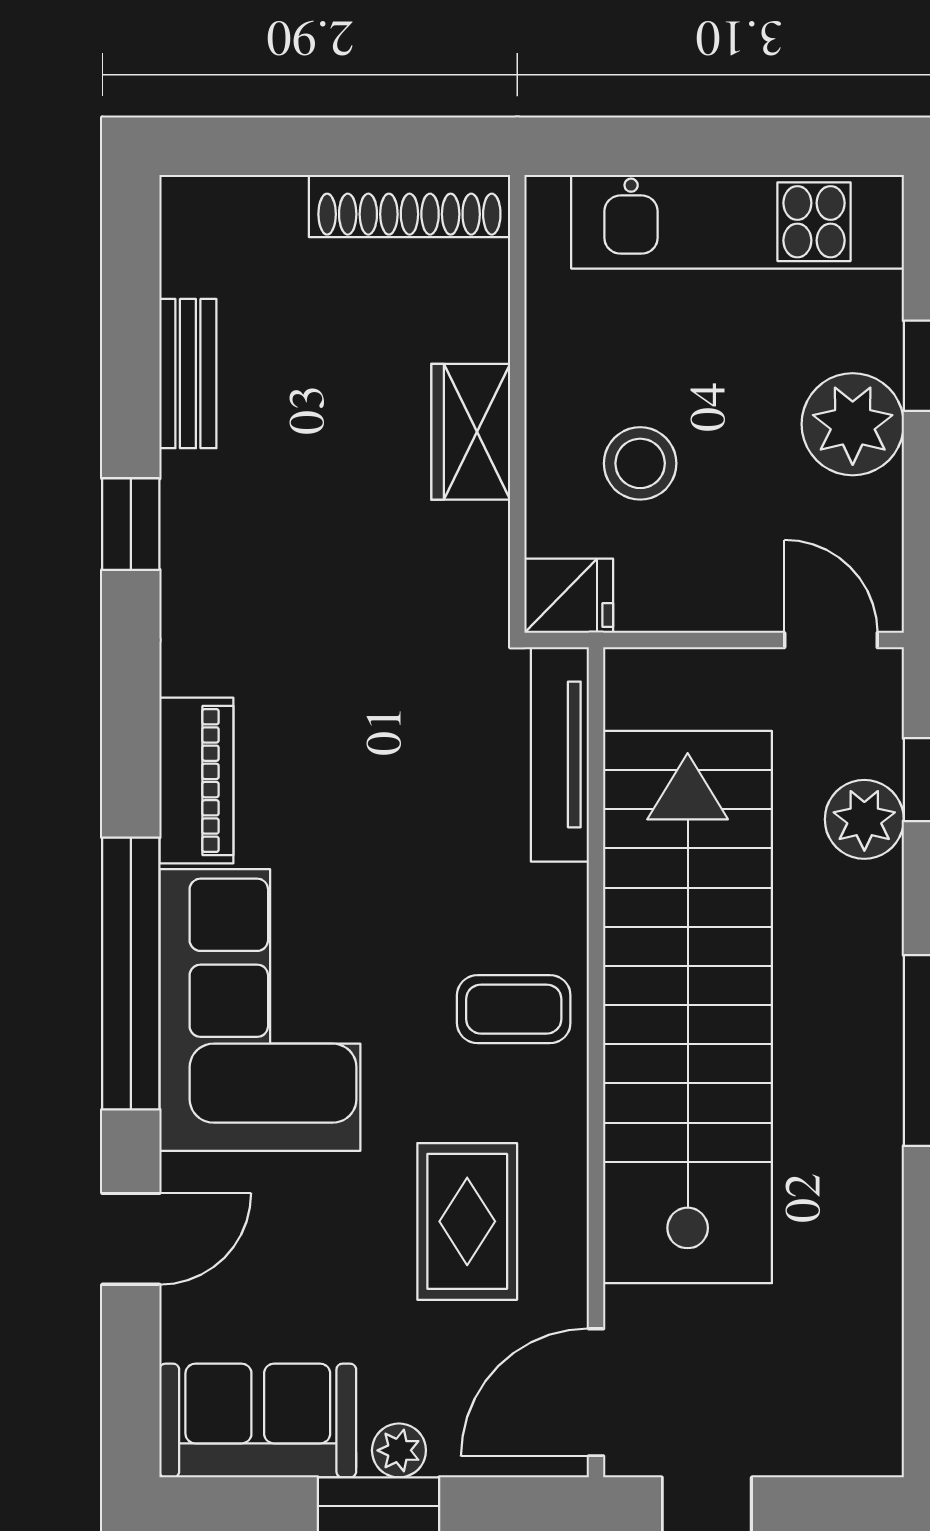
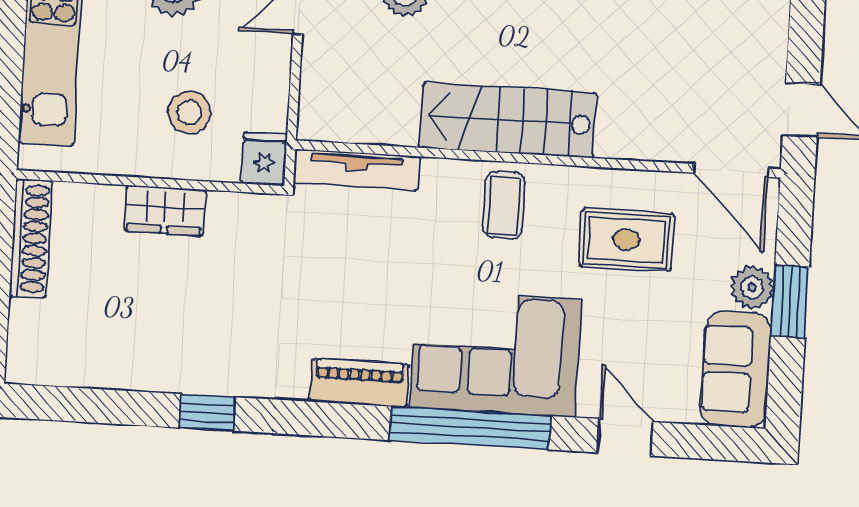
bench: (188, 374) -> (121, 374), removed
stairs: (688, 1007) -> (508, 120), width x0.54, depth x0.66
plant: (399, 1450) -> (752, 287), width x1.38, depth x1.38

